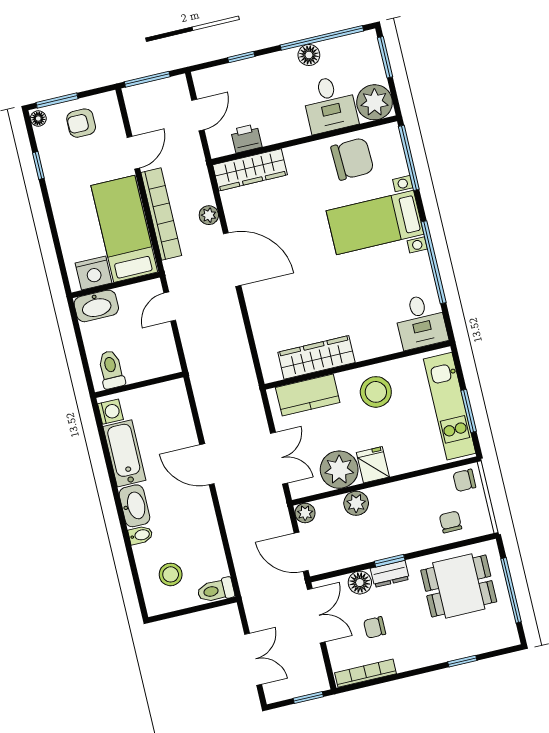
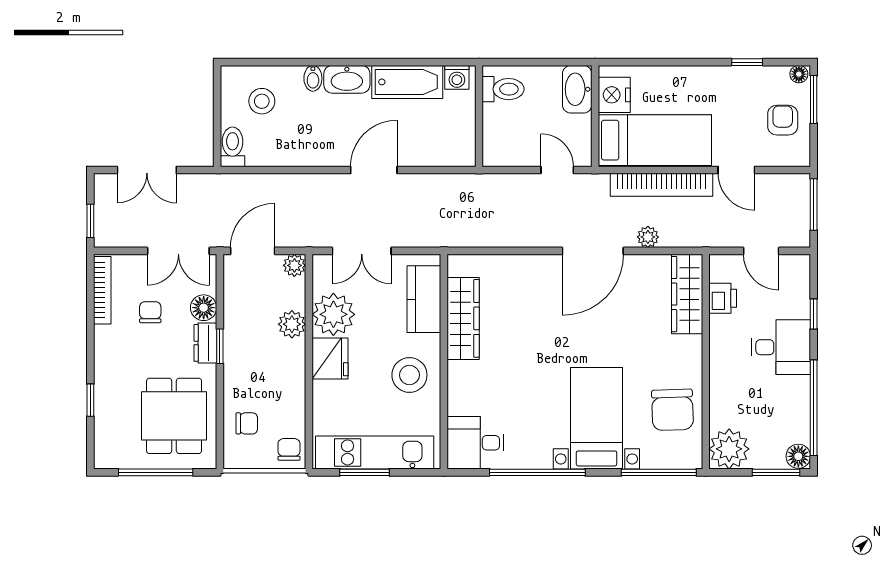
floor lamp: (309, 55) -> (798, 456), moved
desk: (330, 104) -> (781, 347), moved, turned 180
fridge: (373, 465) -> (330, 359), width x1.38

